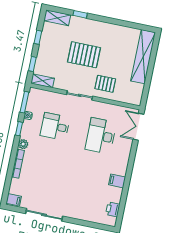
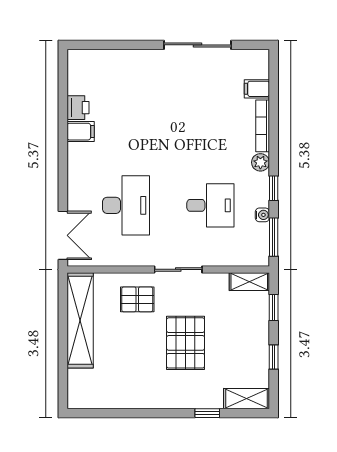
pallet: (84, 55) -> (186, 343), turned 90
shelving: (143, 57) -> (80, 320), moved
filing cabinet: (14, 200) -> (257, 89), moved
printer: (113, 209) -> (78, 108), moved

